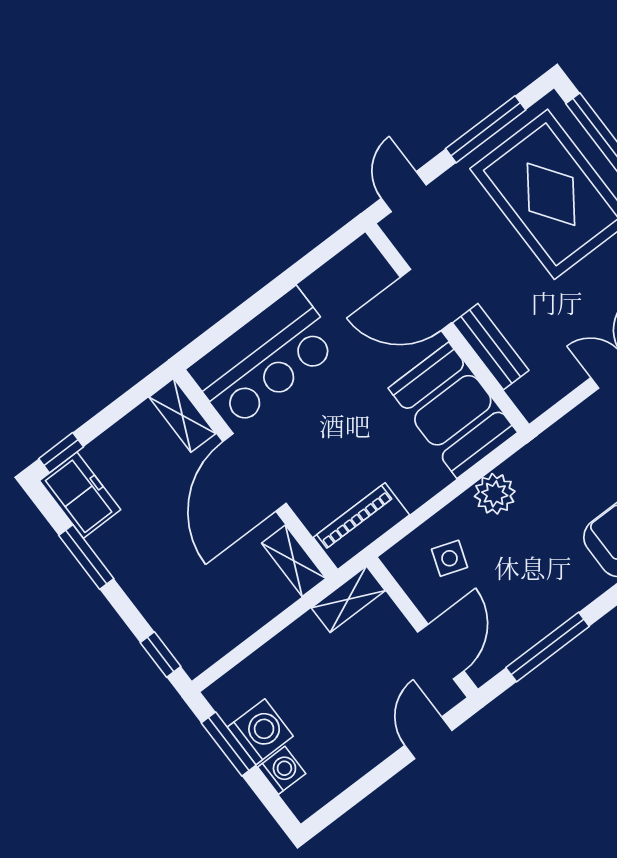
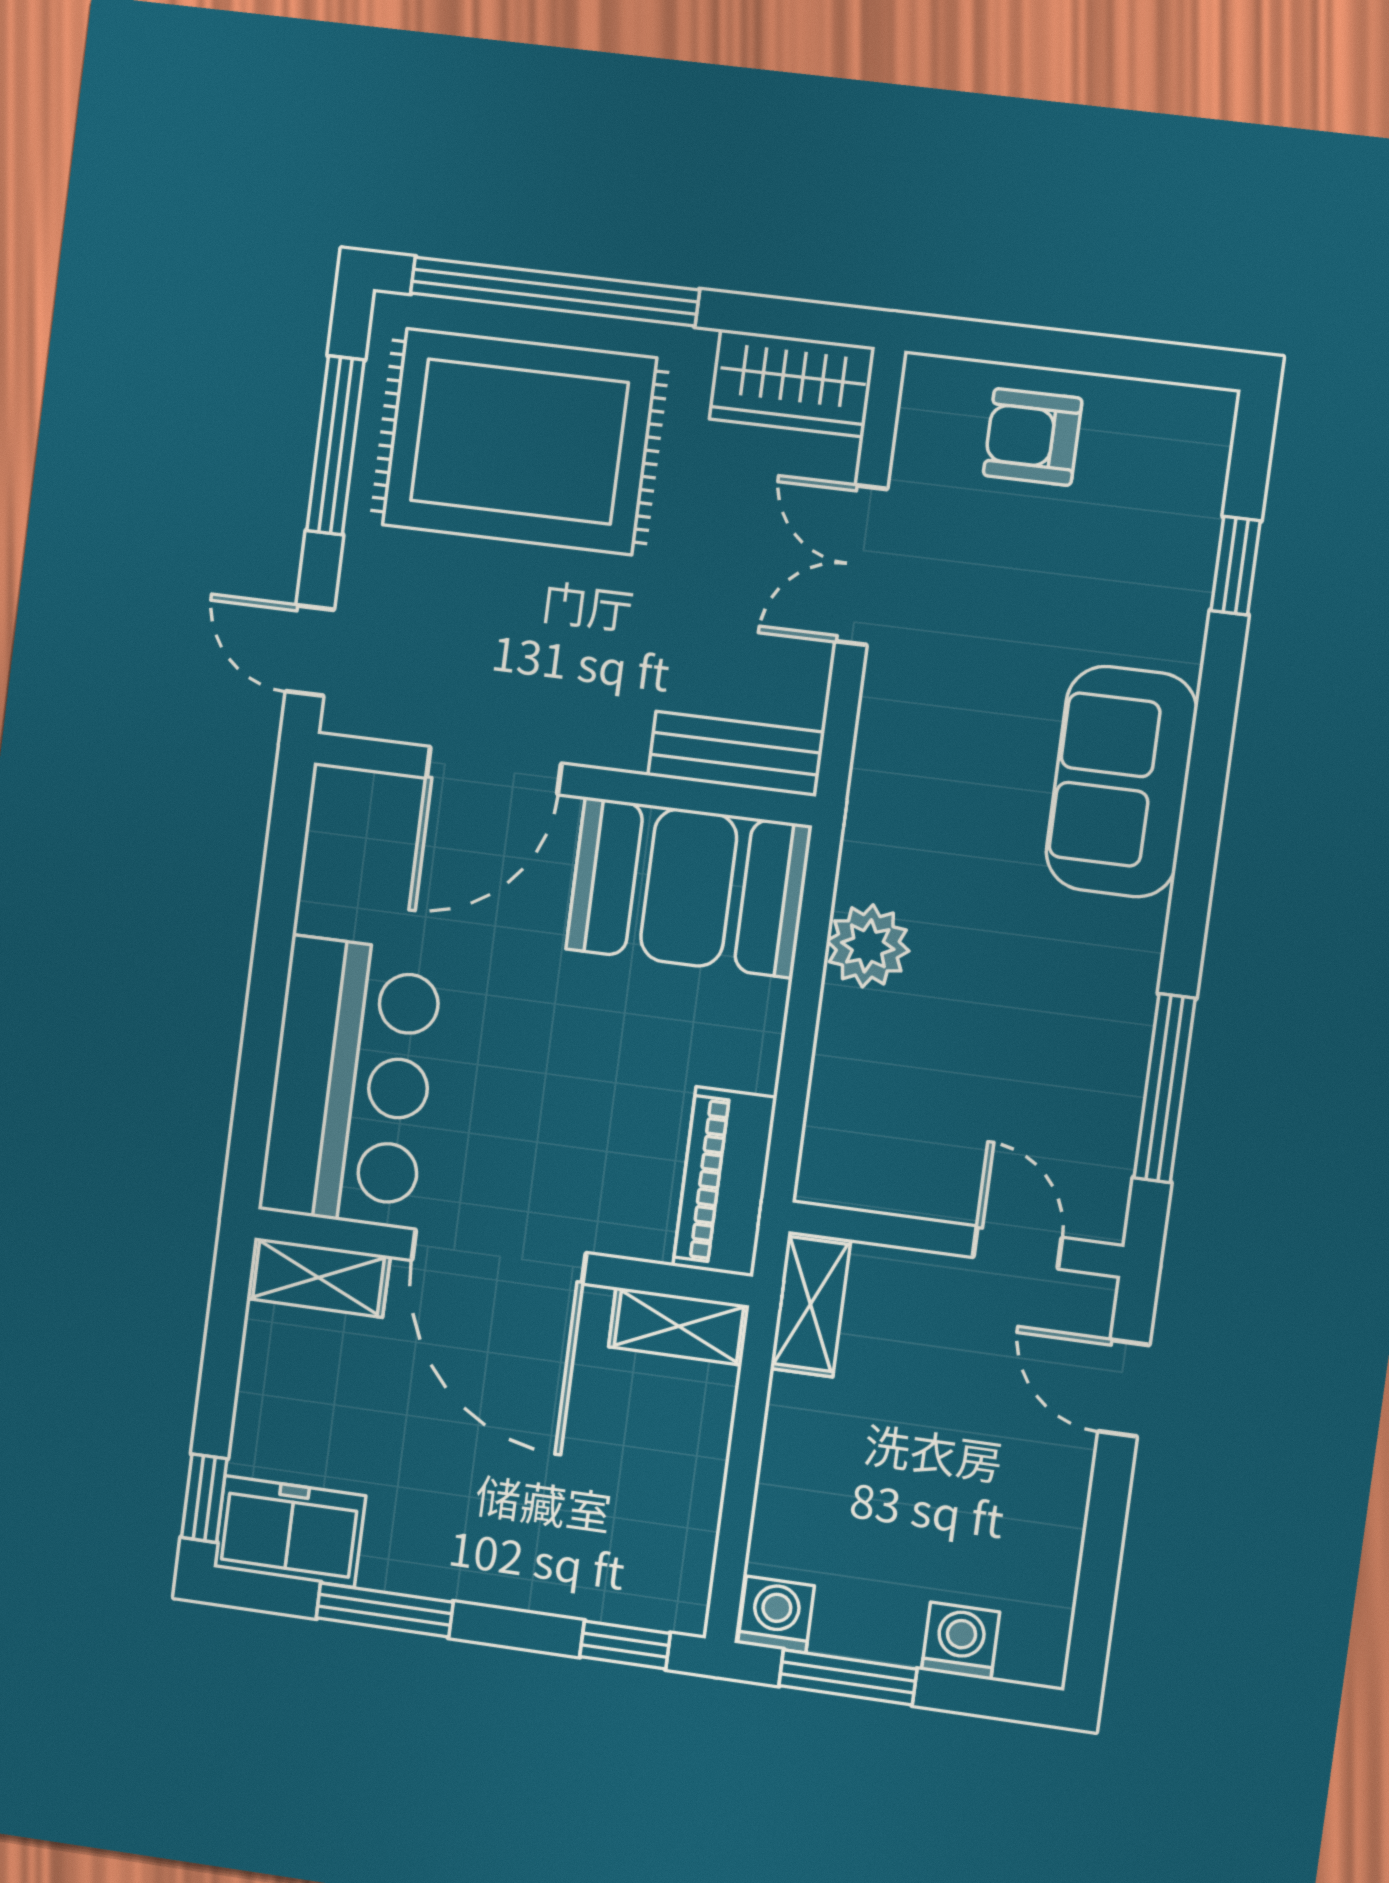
bench: (491, 347) -> (736, 754), moved
side table: (449, 558) -> (896, 1102), removed
door: (441, 652) -> (1017, 1247), width x0.73
washing machine: (260, 732) -> (776, 1615), moved, width x0.73, depth x0.73

